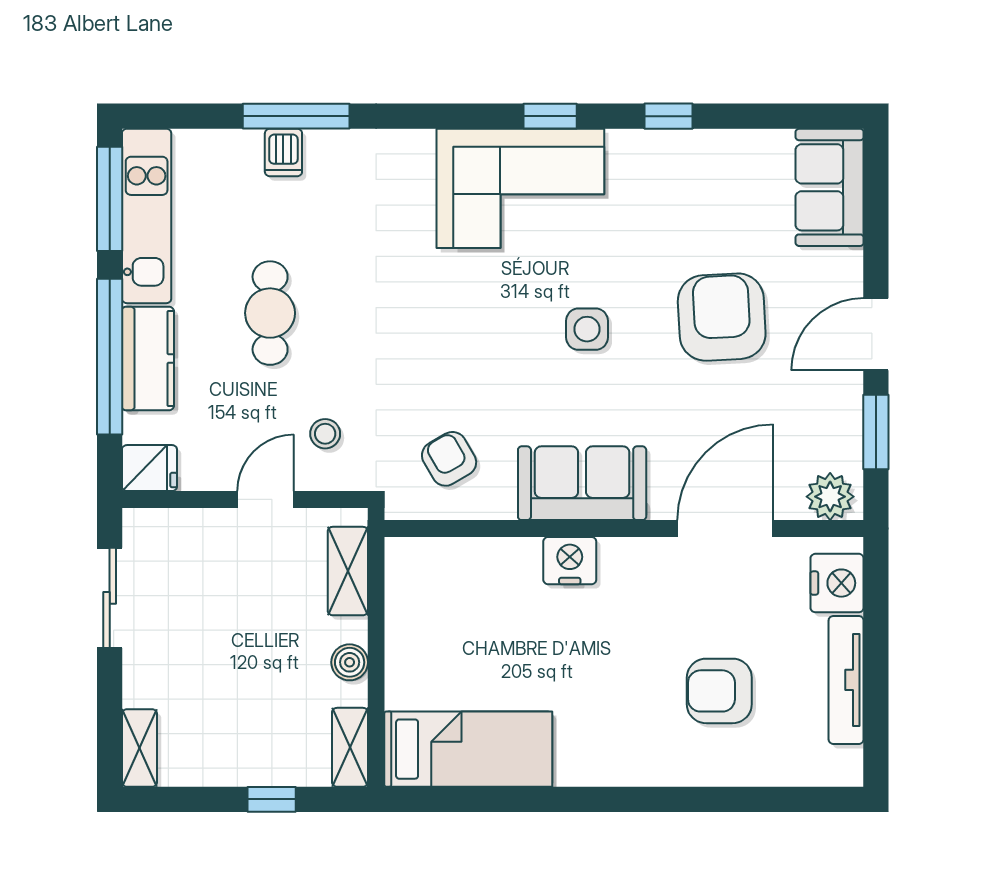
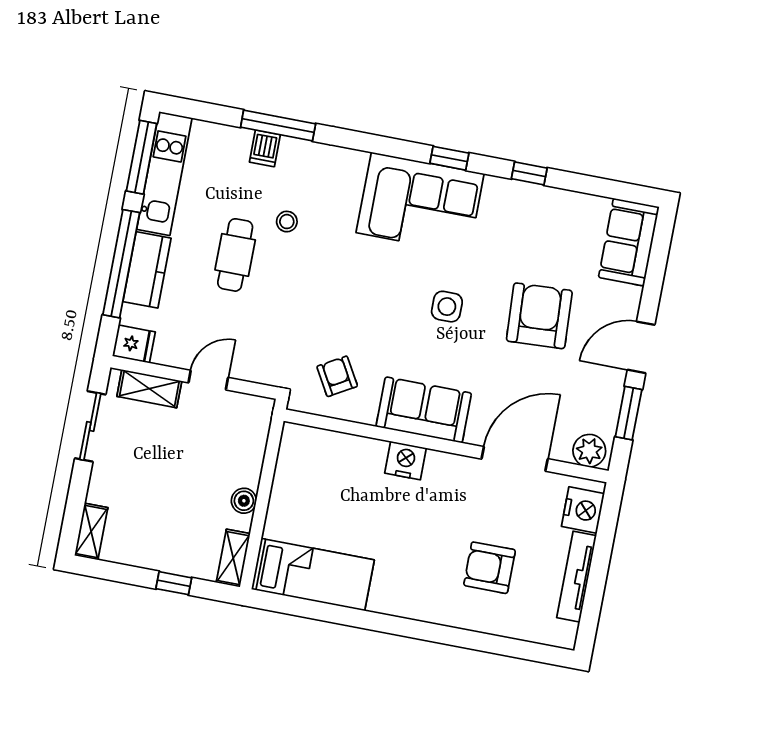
stool: (325, 434) -> (287, 222), moved
shelving: (348, 571) -> (149, 389), moved, turned 90

